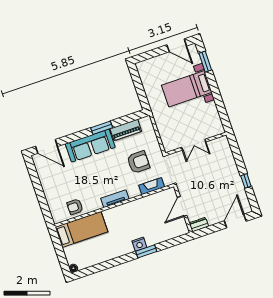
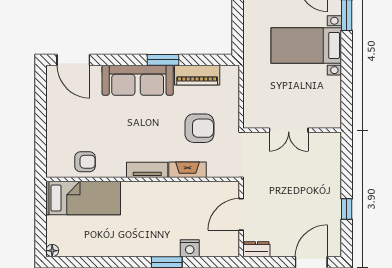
fireplace: (152, 186) -> (187, 170), moved
armchair: (75, 207) -> (85, 162), turned 180
nightstand: (139, 244) -> (190, 248), moved

